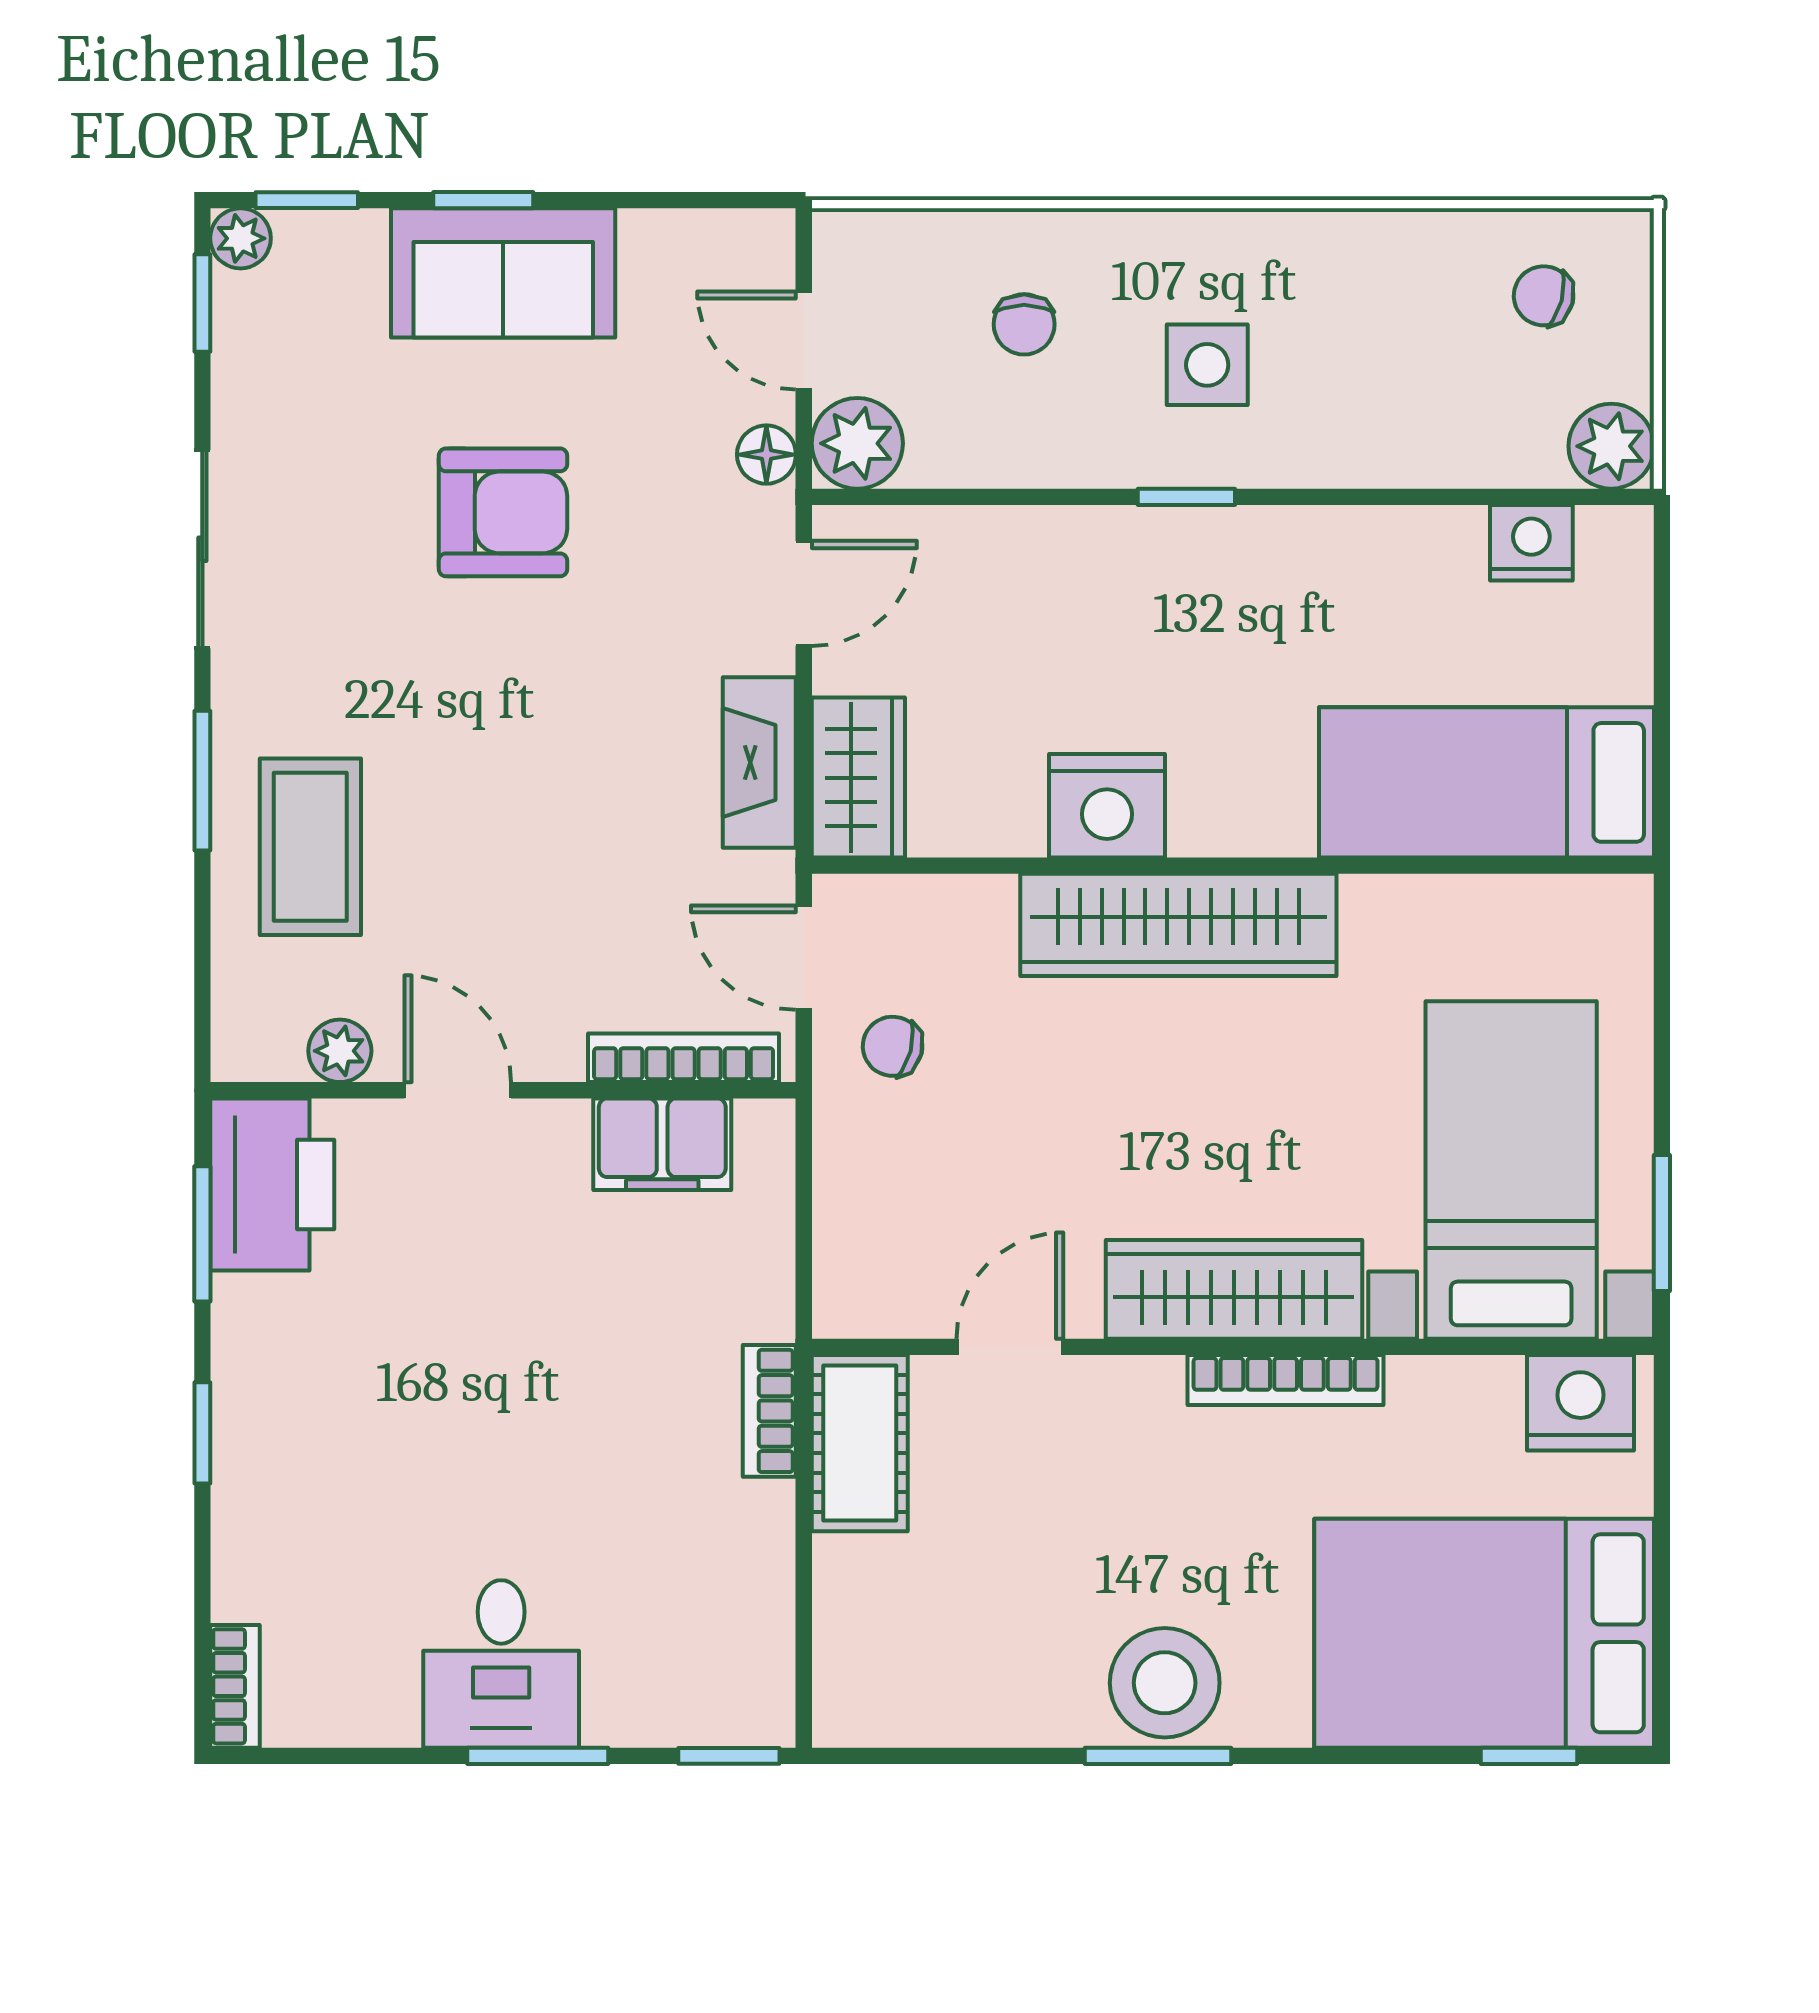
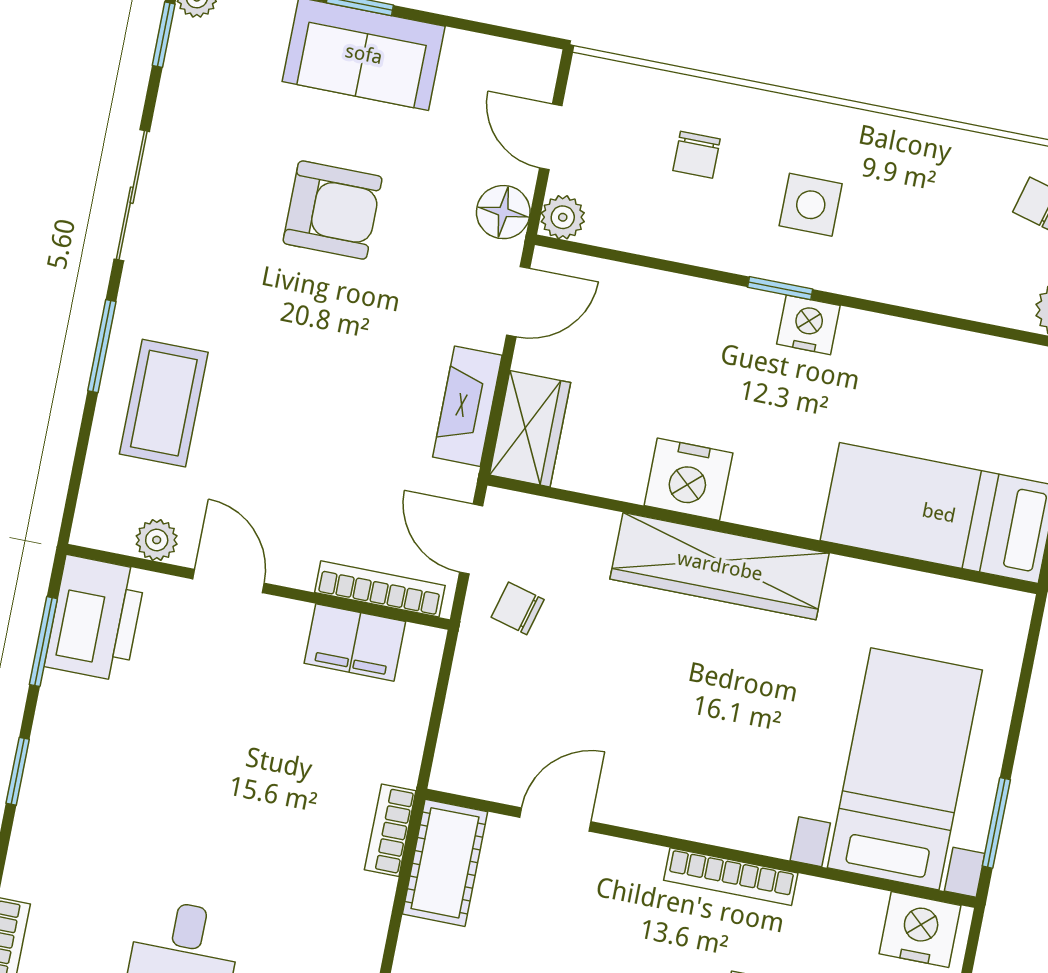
plant: (857, 443) -> (563, 217), width x0.73, depth x0.73
floor lamp: (766, 455) -> (503, 212), width x1.37, depth x1.37
nightstand: (1531, 543) -> (808, 325), moved
wardrobe: (1234, 1289) -> (709, 811), removed

